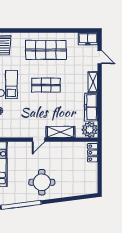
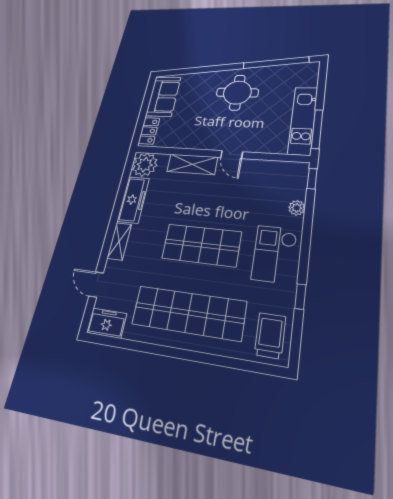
shop shelf: (46, 50) -> (189, 313), width x1.40
shop shelf: (46, 85) -> (201, 245), width x1.43, depth x1.36
door: (38, 140) -> (232, 155), swing flipped
sofa: (89, 178) -> (163, 96), added

